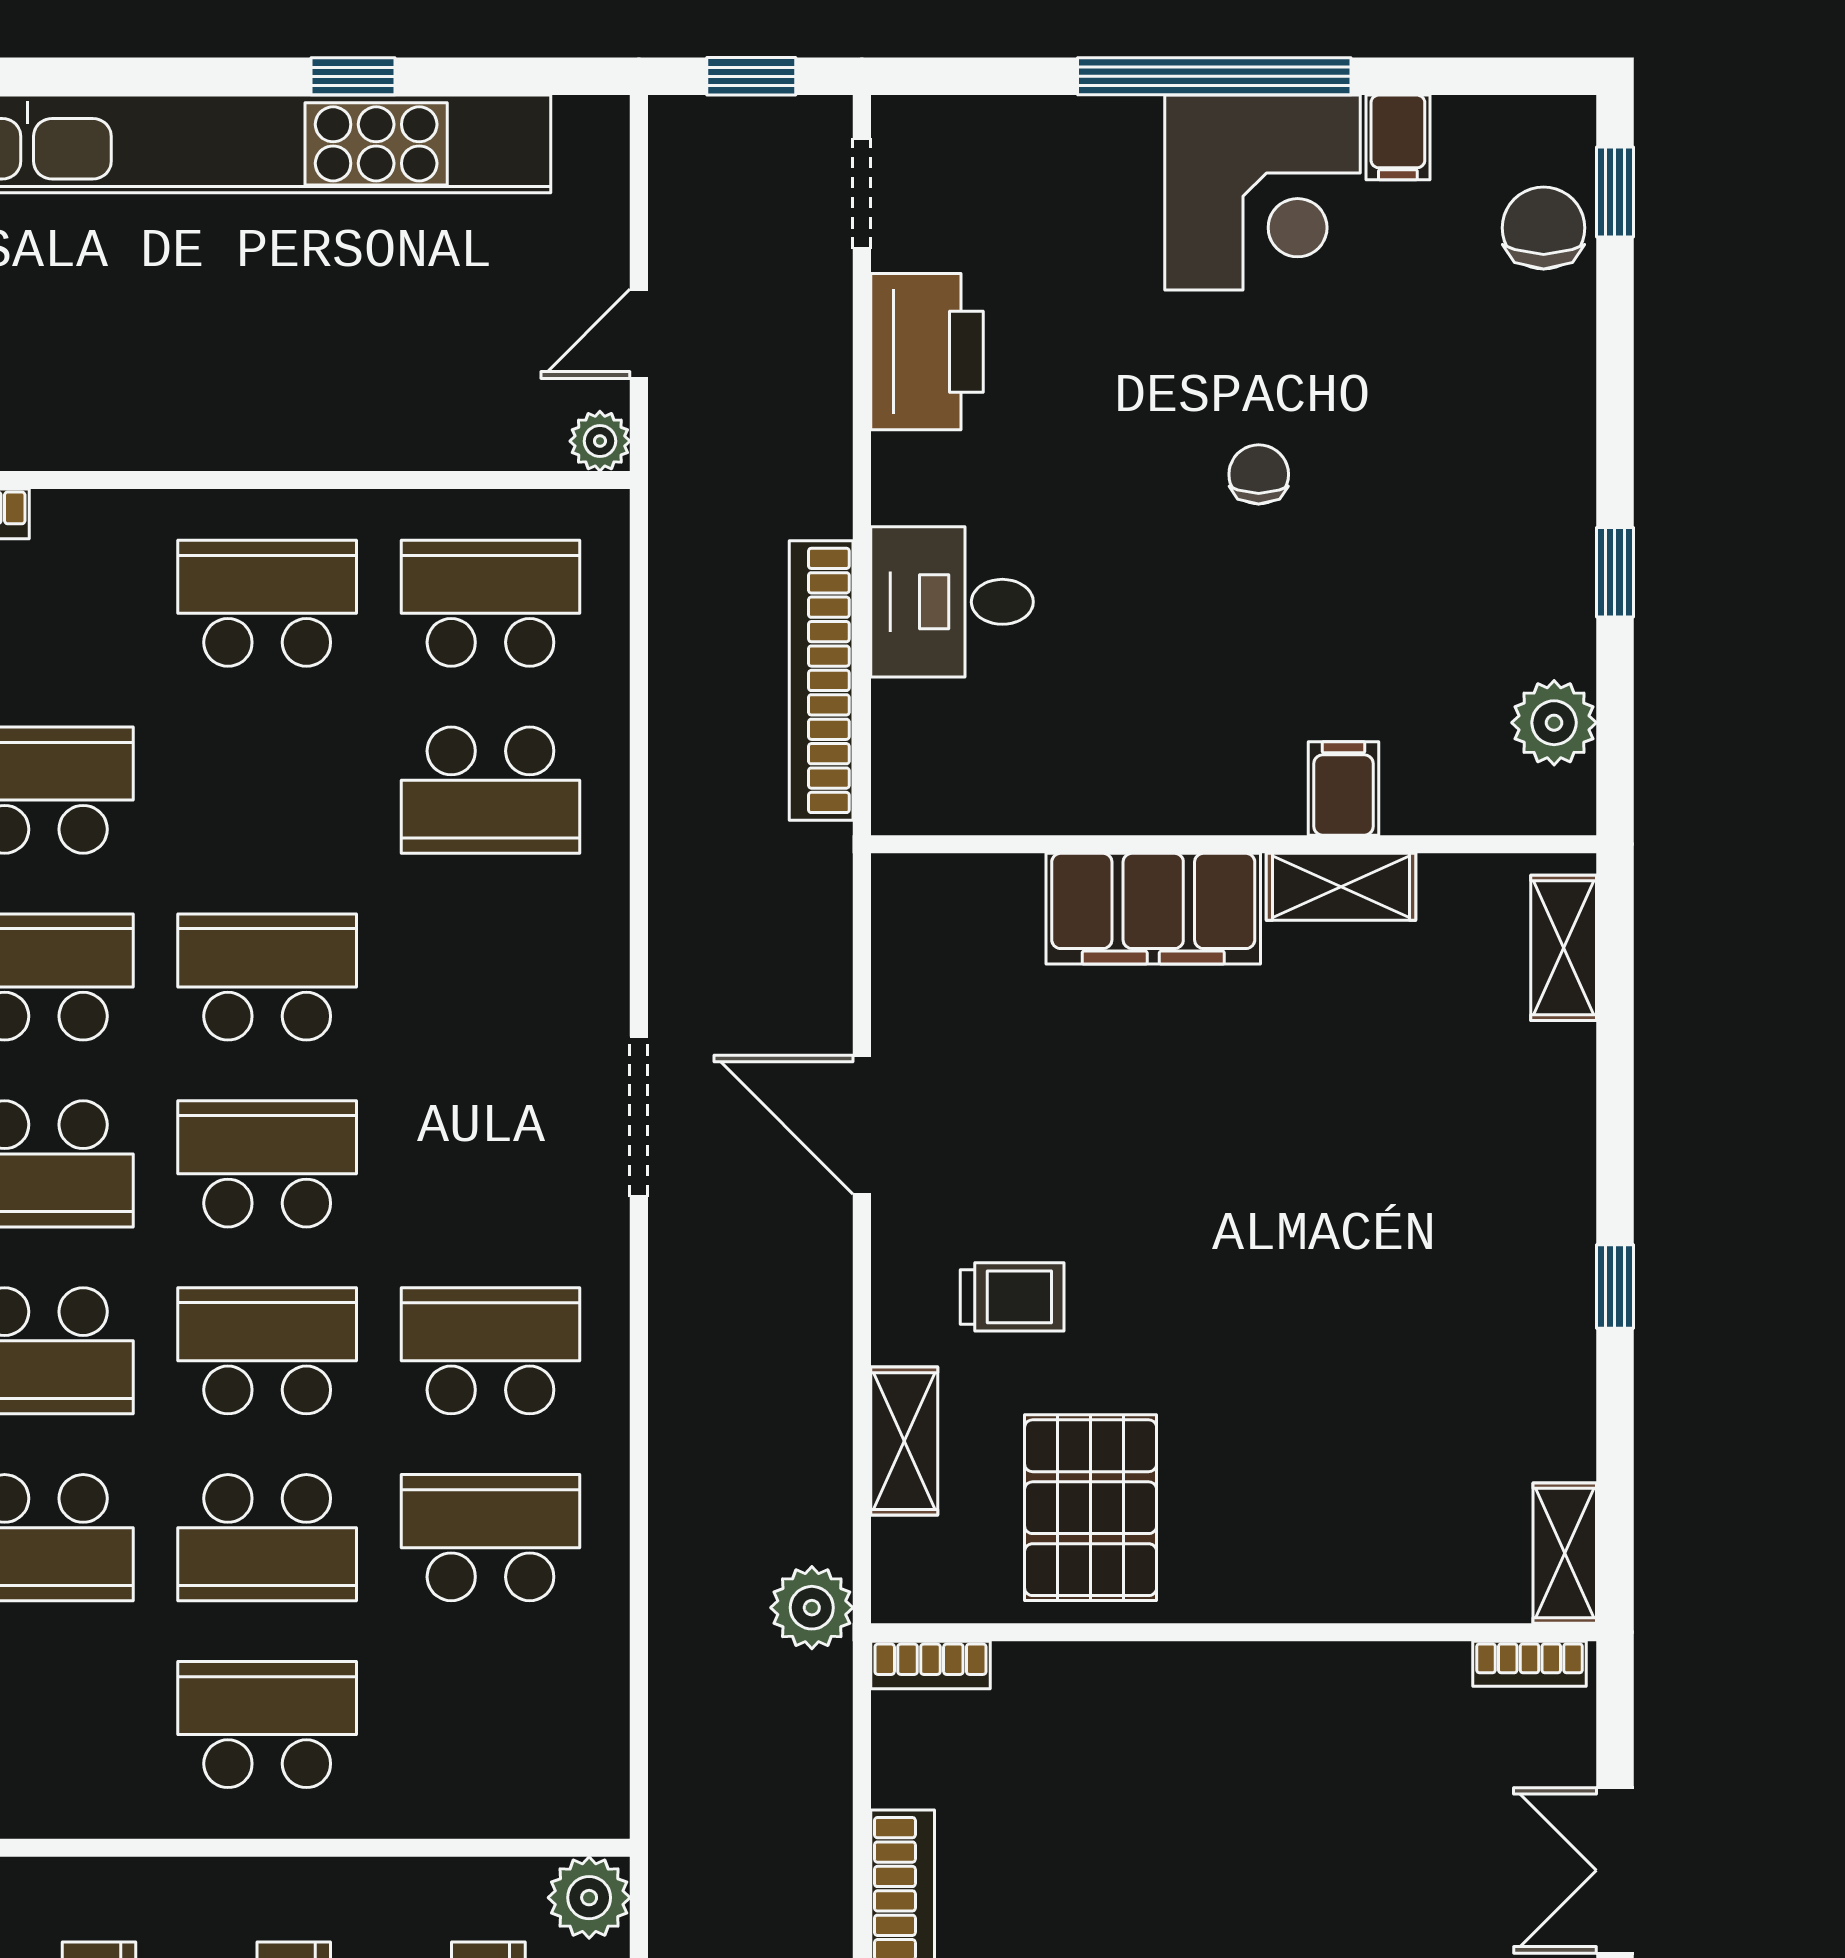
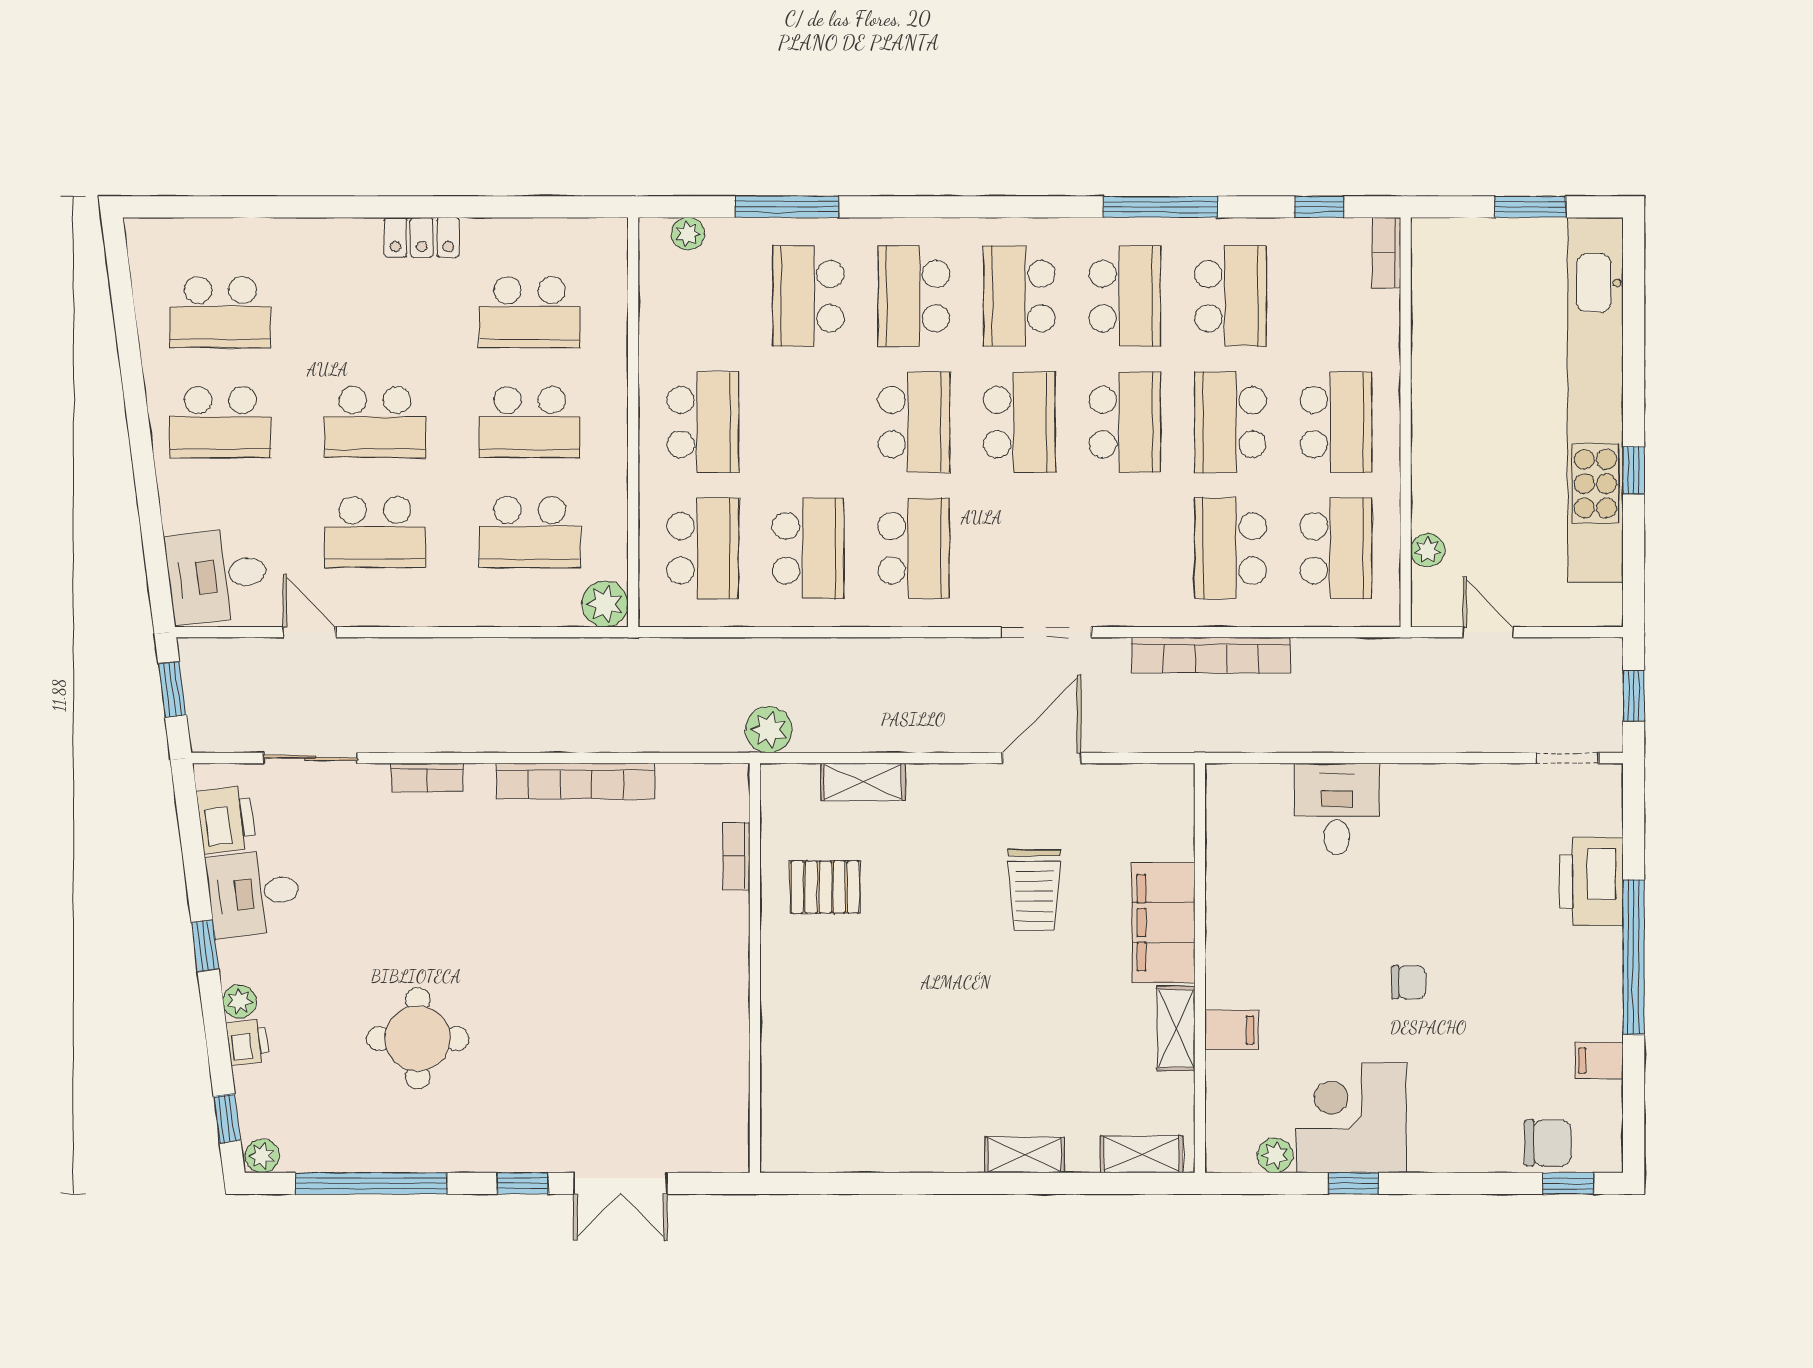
corner desk: (1262, 193) -> (1351, 1118), moved, turned 90
printer: (927, 352) -> (1591, 882), moved, turned 90
plant: (600, 441) -> (1428, 550), moved
bookcase: (821, 680) -> (1211, 655), moved, turned 180
plant: (1554, 723) -> (1275, 1155), width x0.73, depth x0.73
school desk: (267, 790) -> (1230, 422), added
window: (1615, 1287) -> (950, 1183), removed
trolley: (1012, 1297) -> (1034, 890), moved, width x1.36, depth x1.39
pallet: (1091, 1508) -> (825, 887), width x0.67, depth x0.71
school desk: (267, 1538) -> (703, 548), moved, turned 180
shelving: (1565, 1553) -> (1025, 1155), moved
bookcase: (1530, 1664) -> (737, 1135), removed
bookcase: (930, 1665) -> (736, 856), moved
double door: (1615, 1870) -> (620, 1183), swing flipped

